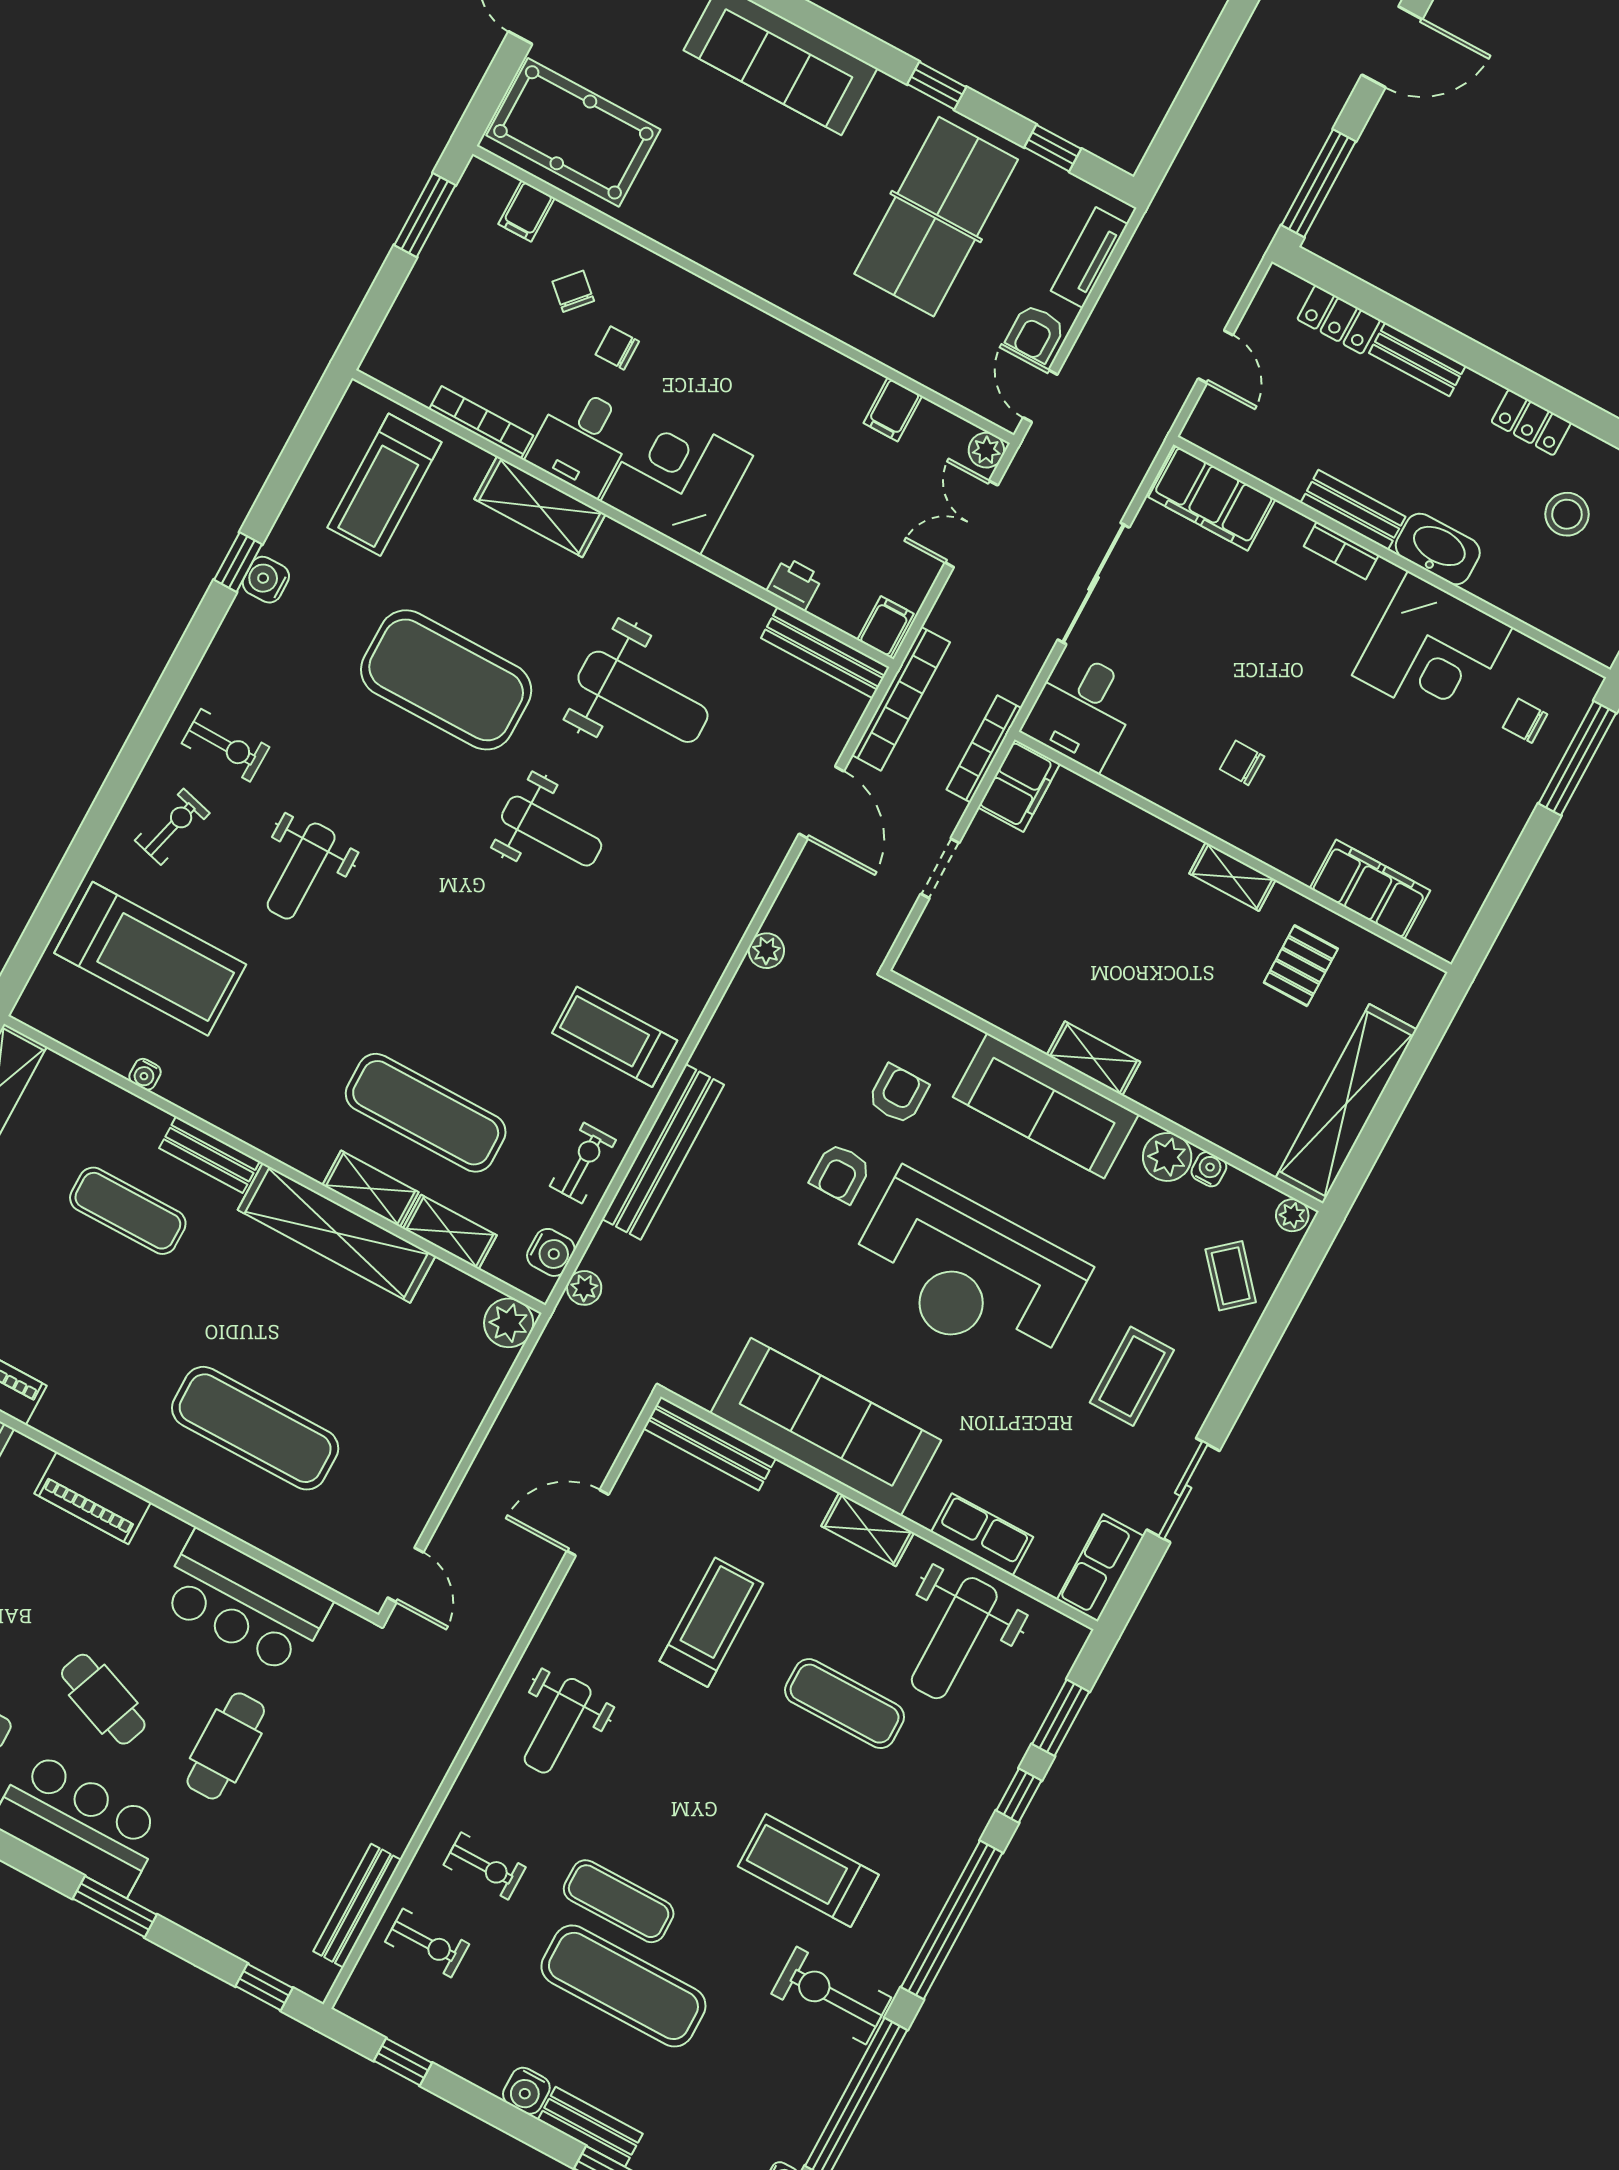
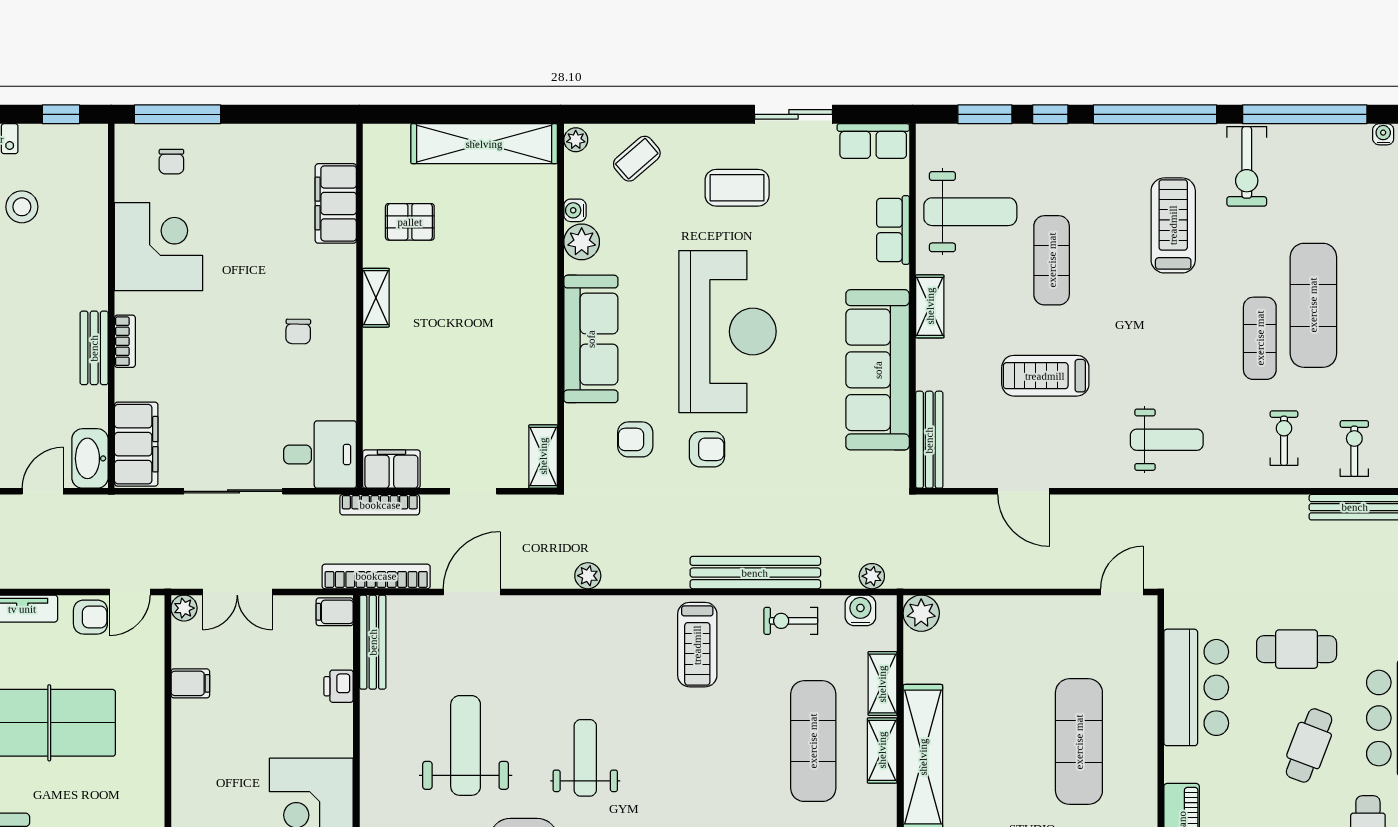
washbasin: (1438, 549) -> (90, 458), moved
shelving: (1094, 1058) -> (543, 456), moved
treadmill: (808, 1870) -> (1173, 225), turned 180

